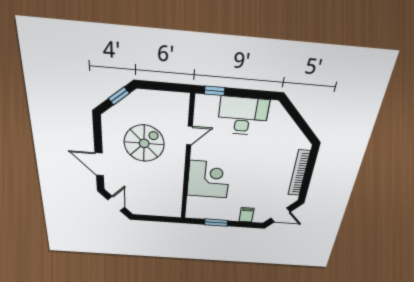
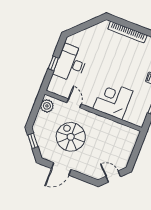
window: (215, 91) -> (53, 63), moved
plant: (174, 101) -> (47, 106), added
door: (99, 164) -> (61, 169), moved

